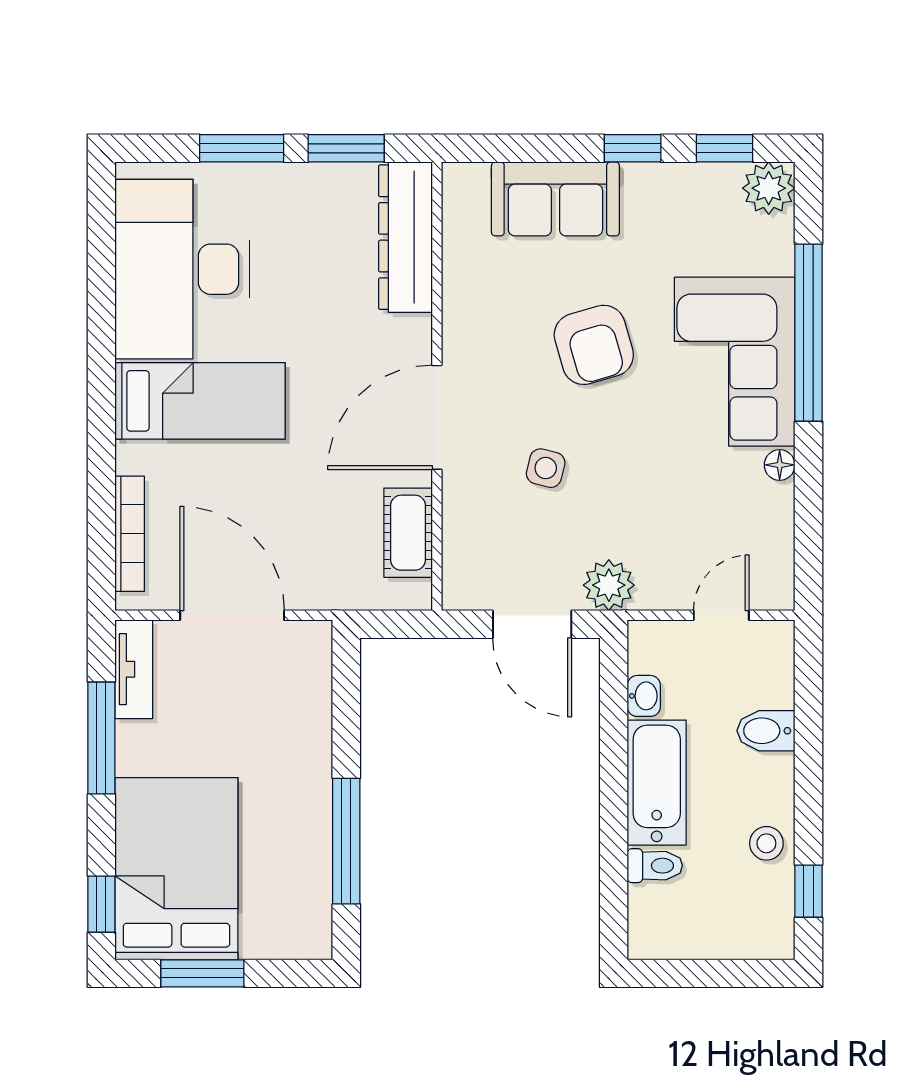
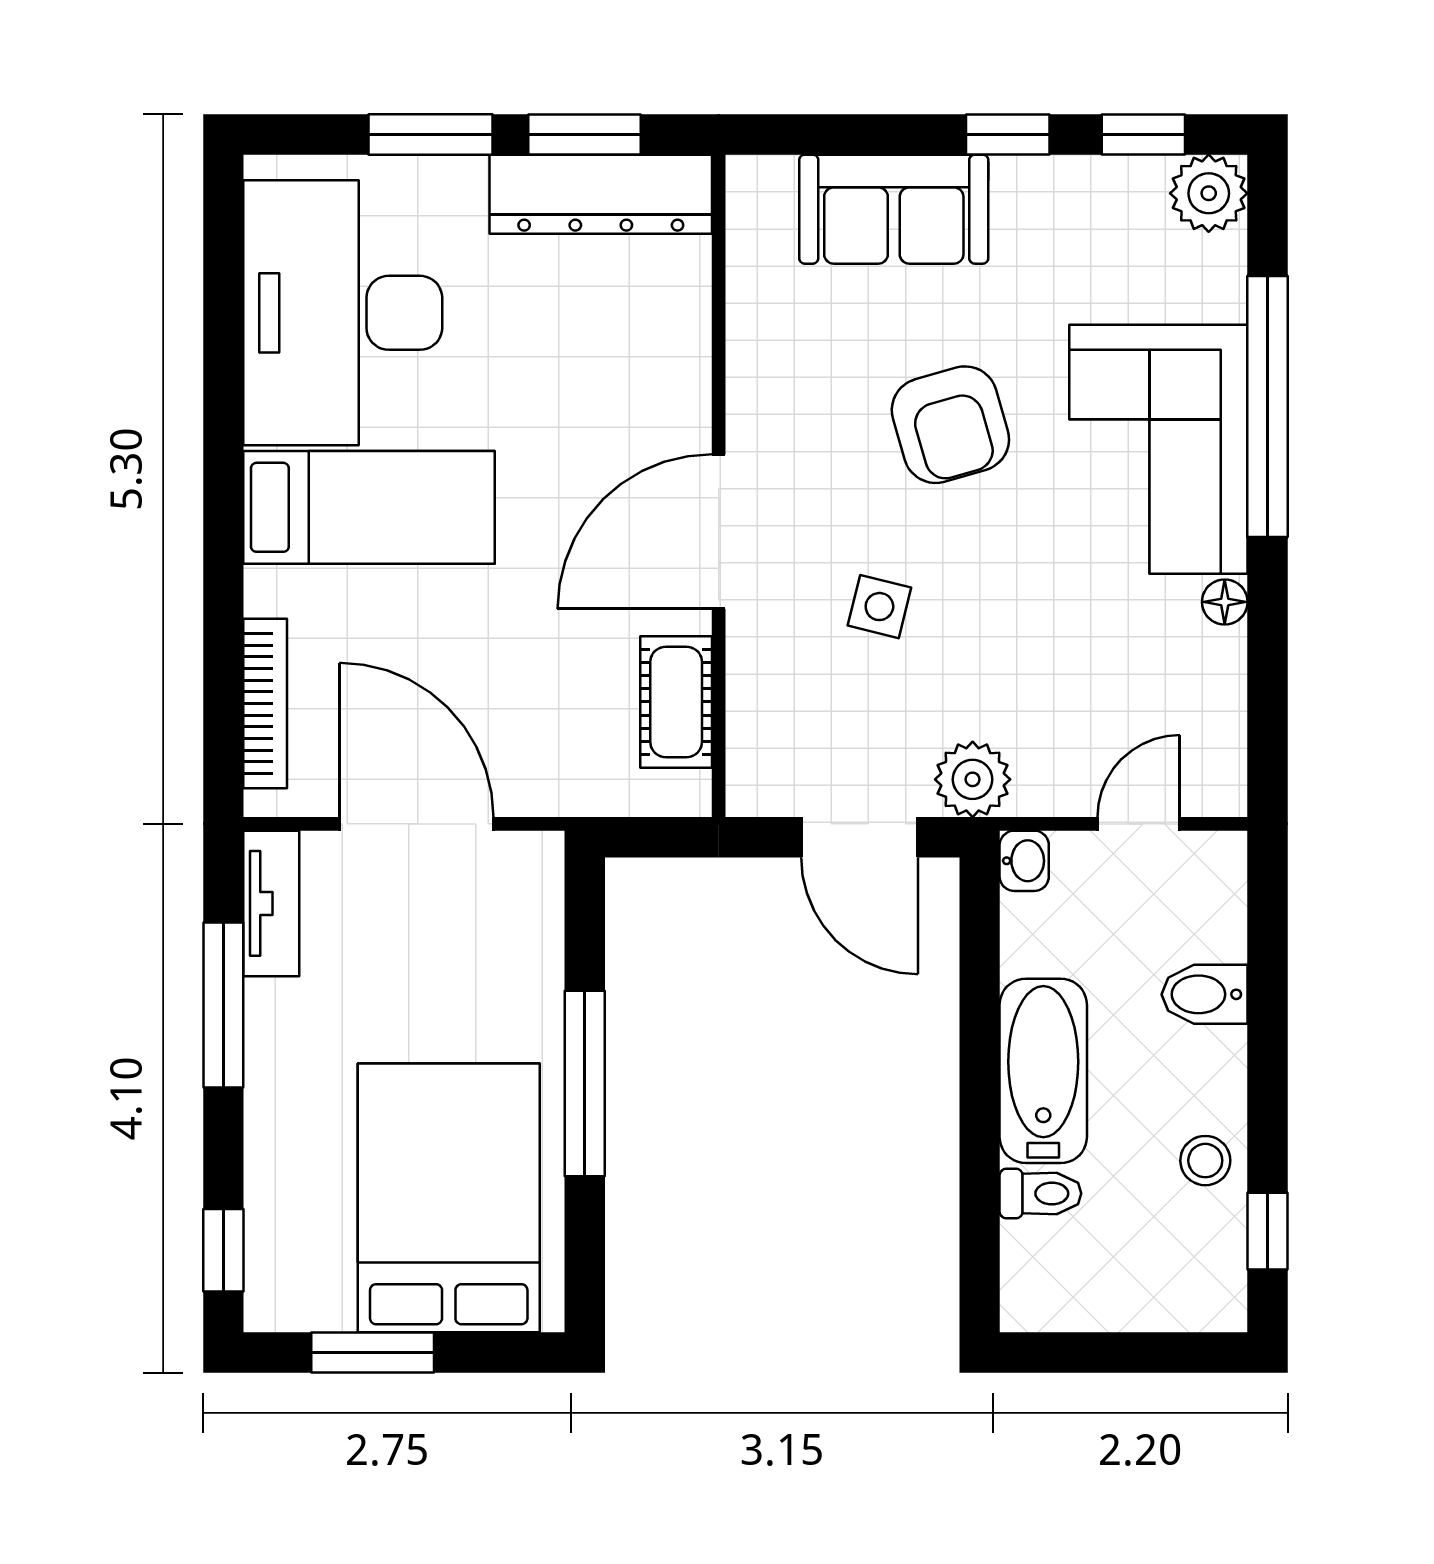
dresser: (405, 237) -> (601, 194), moved, turned -90
washbasin: (644, 696) -> (1024, 861), moved
window: (346, 841) -> (585, 1083), moved
bed: (176, 869) -> (449, 1198), moved

